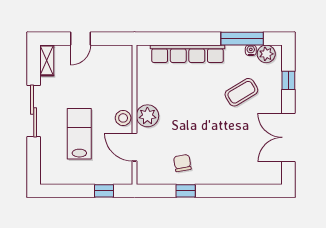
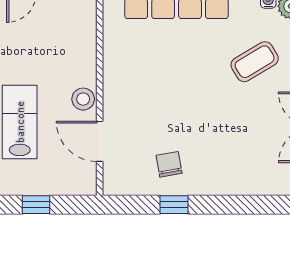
plant: (147, 116) -> (119, 96), removed
window: (104, 191) -> (36, 205), moved

